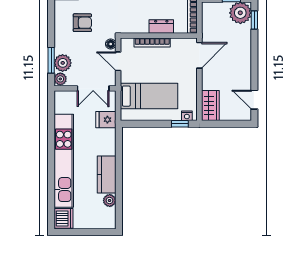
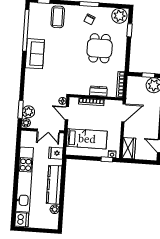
armchair: (82, 23) -> (44, 85), removed
kitchen counter: (107, 174) -> (54, 185), width x1.50

